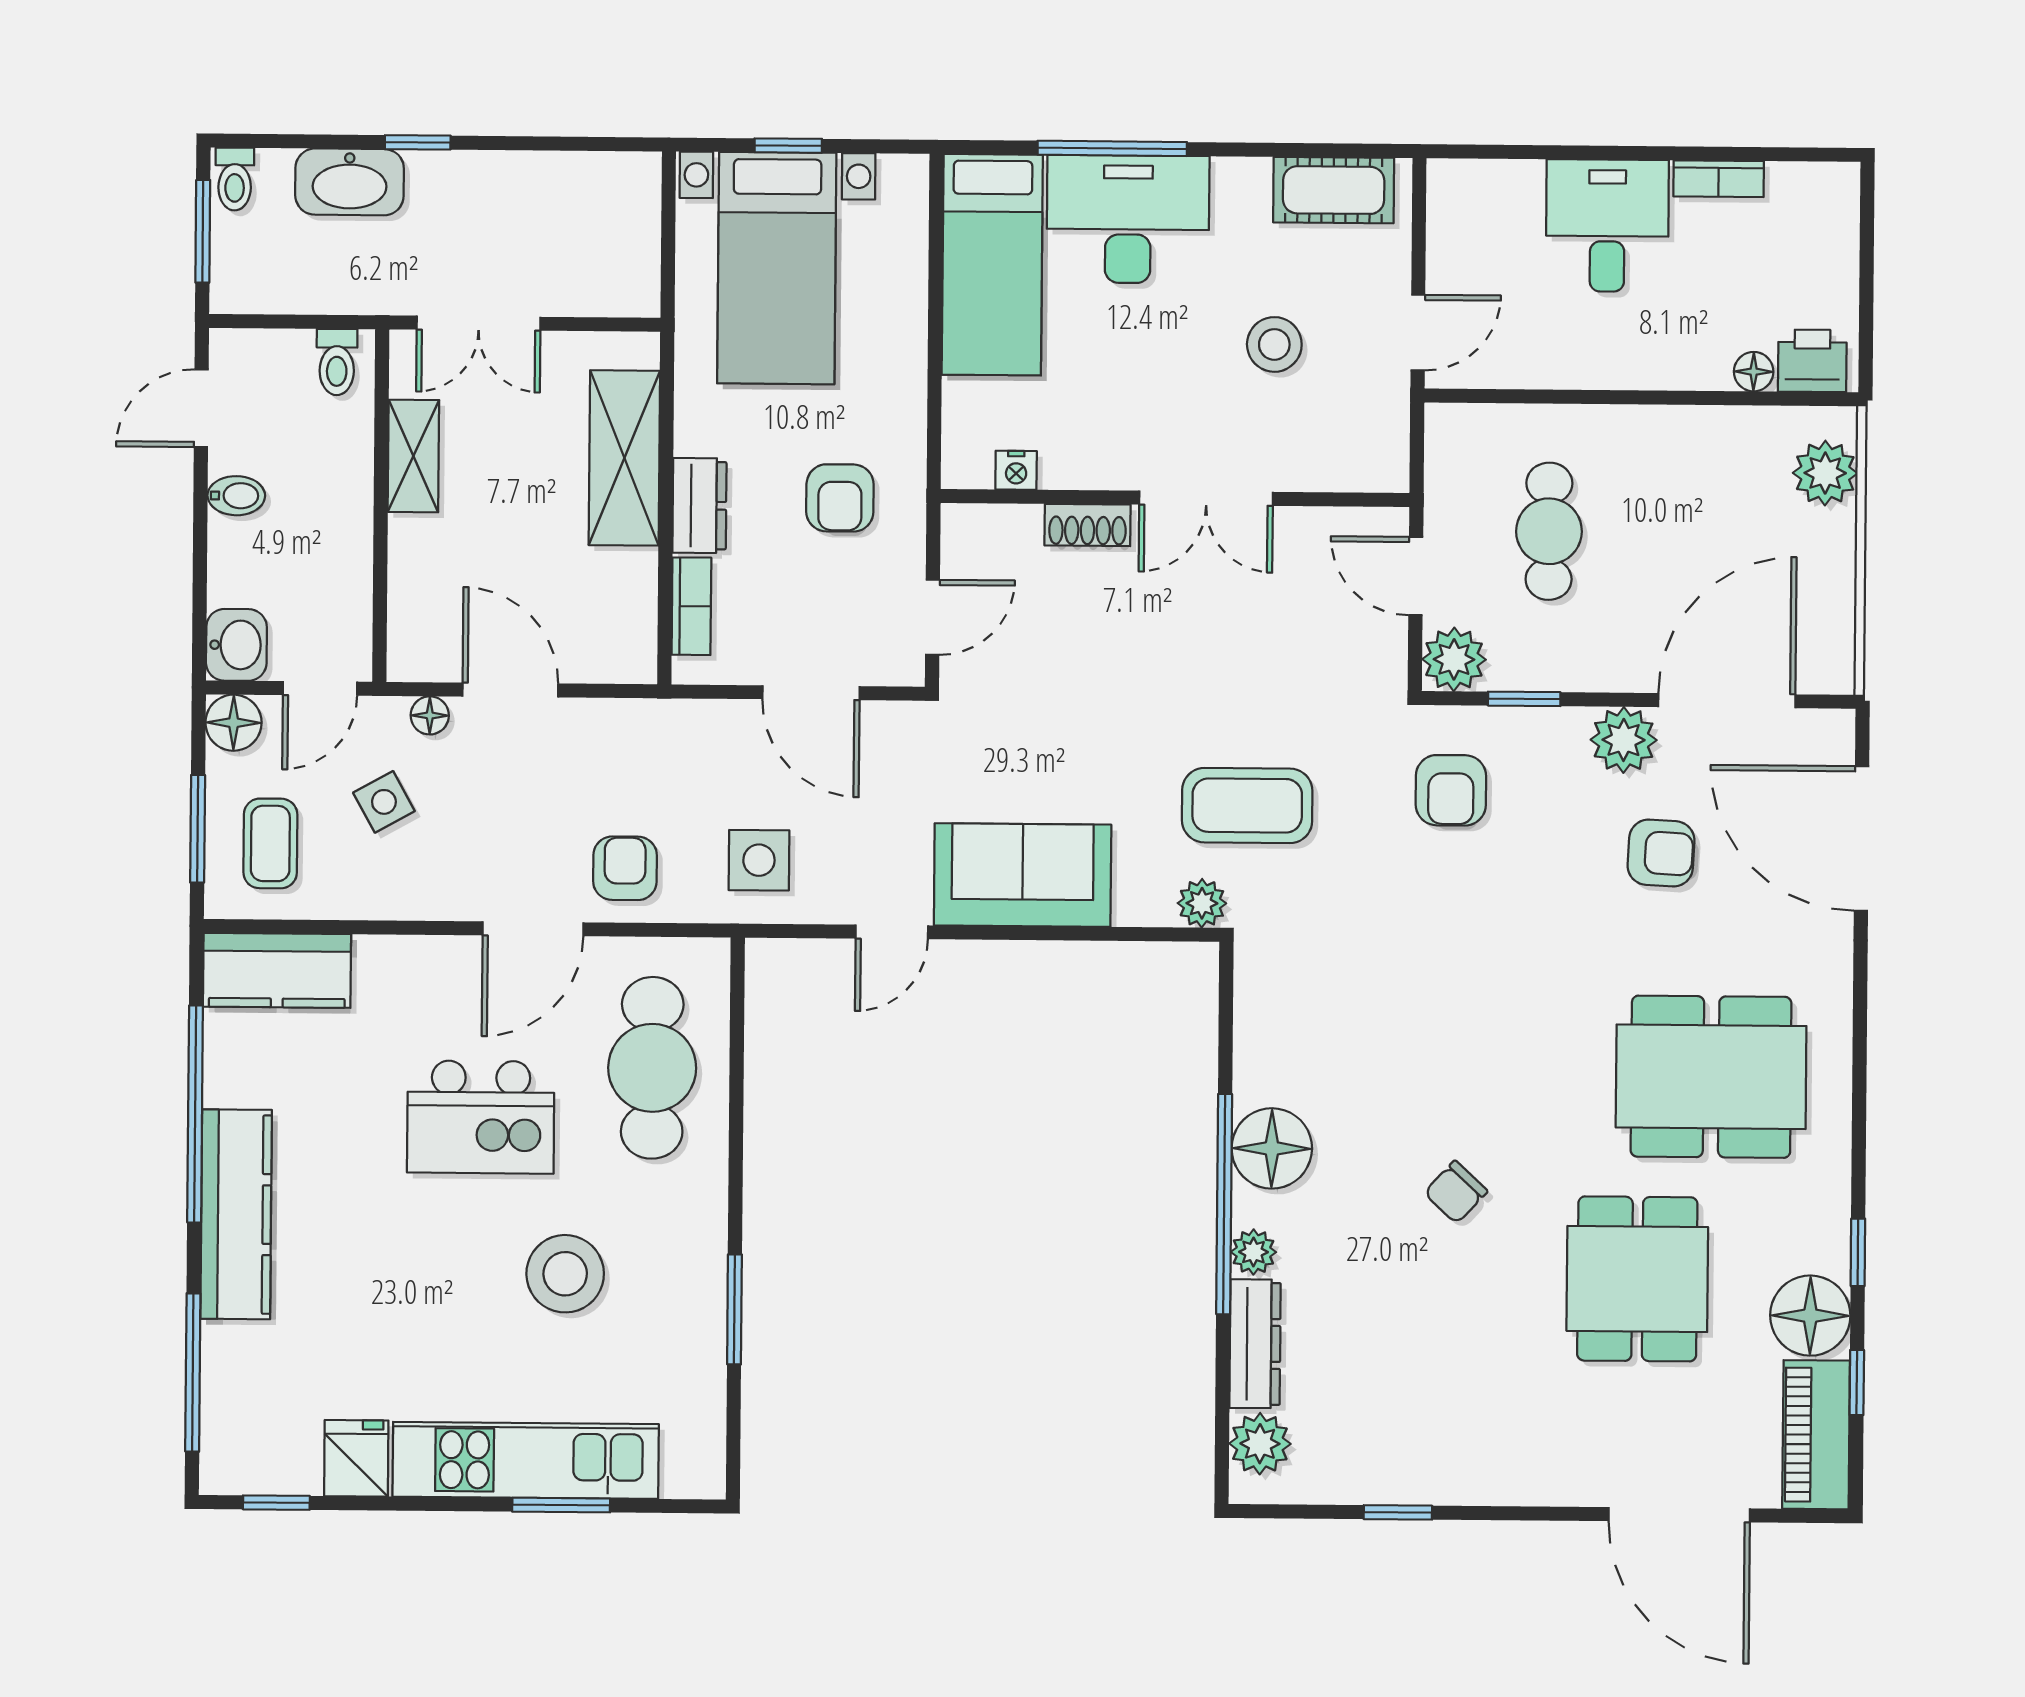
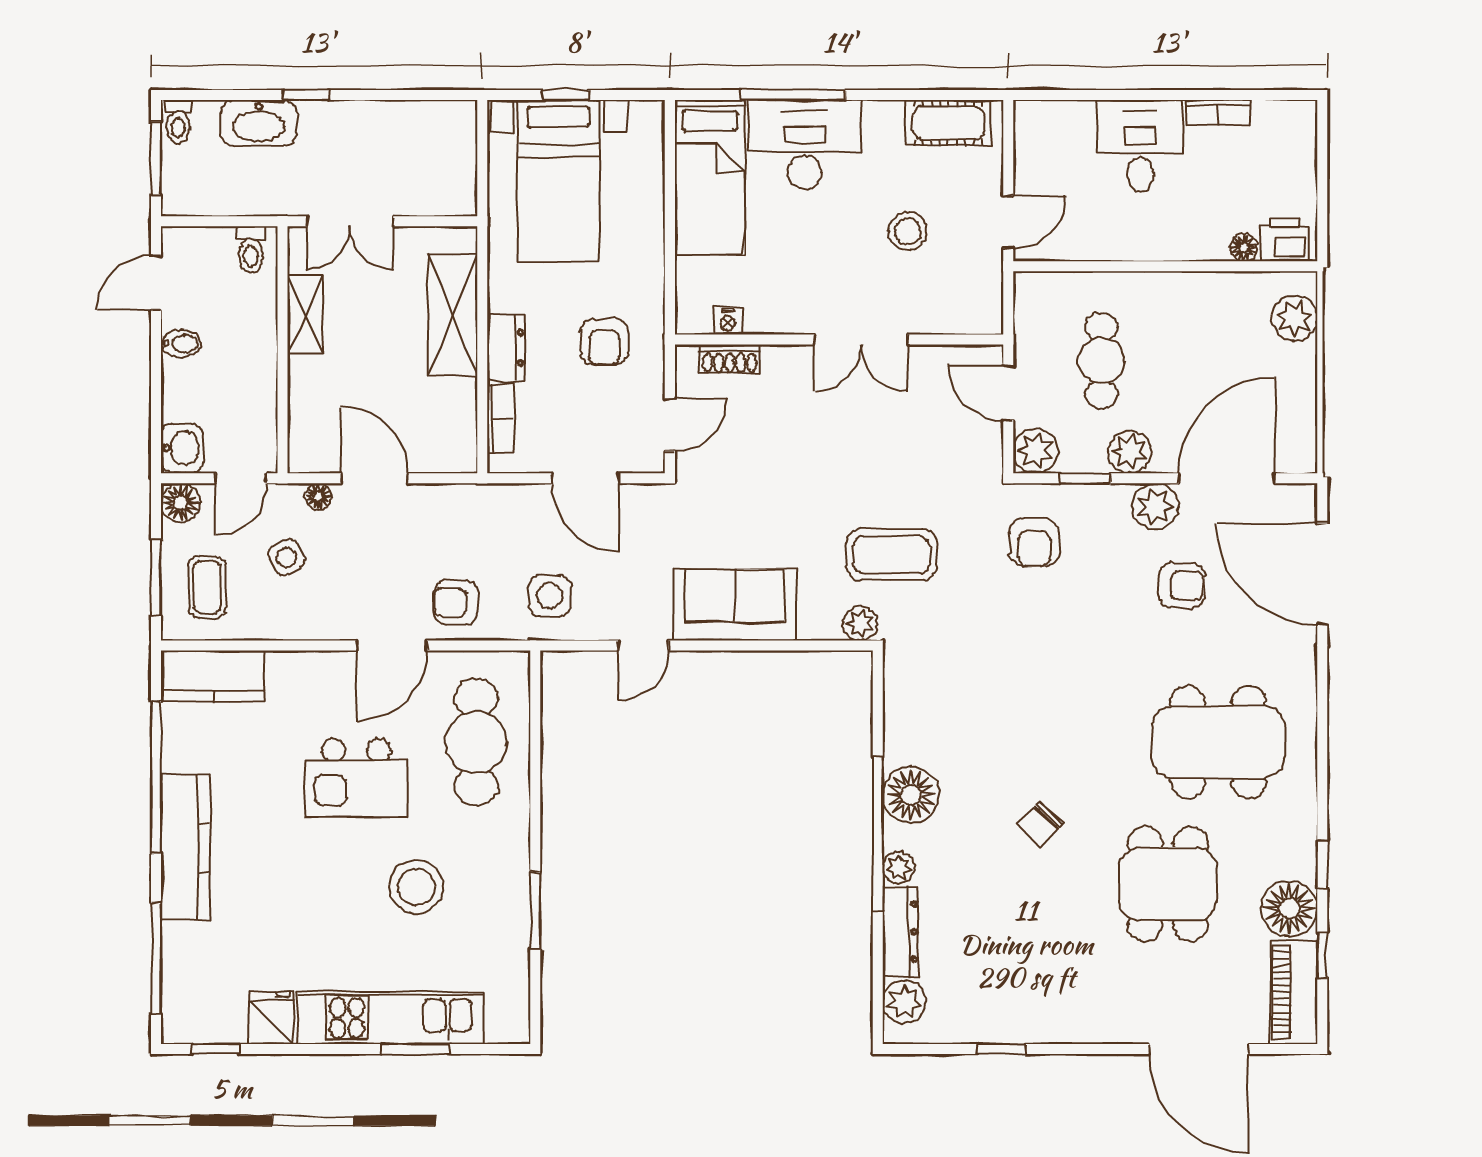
shoe rack: (1088, 525) -> (730, 359), moved
plant: (1588, 662) -> (1130, 452), added
armchair: (625, 868) -> (456, 602), turned -90

